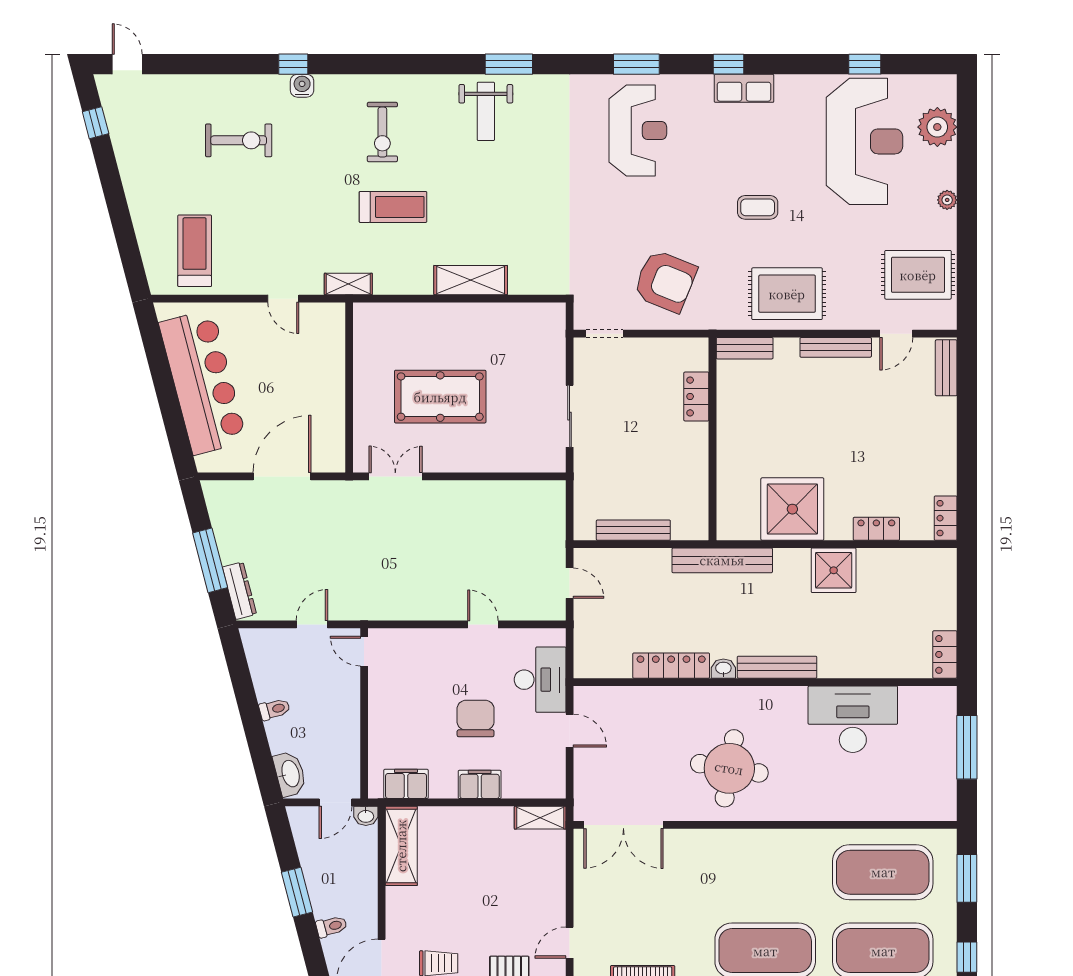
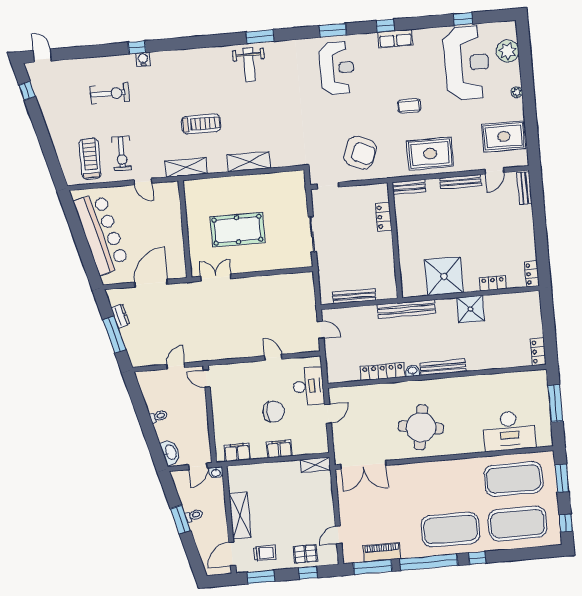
exercise bike: (382, 132) -> (122, 153), moved
shelving: (348, 284) -> (186, 167), width x1.50, depth x1.33
dresser: (239, 591) -> (120, 316), moved, width x0.70
chair: (476, 719) -> (274, 412), turned 90
desk: (853, 719) -> (509, 431), moved, turned 180
door: (570, 731) -> (328, 414), hinge flipped
shelving: (401, 846) -> (240, 516), moved
toilet: (331, 926) -> (194, 515), moved

